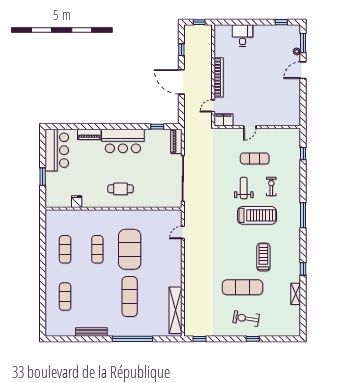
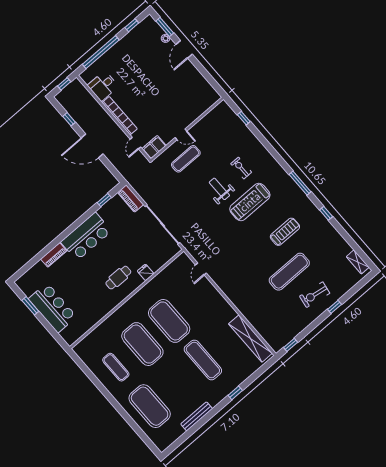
window: (244, 22) -> (101, 52), added
desk: (242, 35) -> (103, 86), moved, turned -90
door: (250, 127) -> (181, 134), hinge flipped
bar counter: (57, 150) -> (52, 308), moved
exercise mat: (255, 158) -> (186, 159), moved
window: (43, 177) -> (30, 306), moved
fridge: (77, 202) -> (146, 272), moved
treadmill: (257, 215) -> (250, 202), turned 180
window: (303, 215) -> (300, 183), moved
exercise mat: (97, 249) -> (142, 344), width x2.00, depth x1.45
treadmill: (263, 257) -> (285, 232), turned 90
shelving: (296, 294) -> (358, 262), moved
exercise mat: (65, 297) -> (150, 406), width x2.00, depth x1.45
window: (132, 339) -> (235, 393), width x0.32

